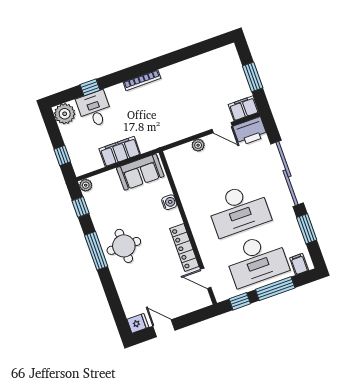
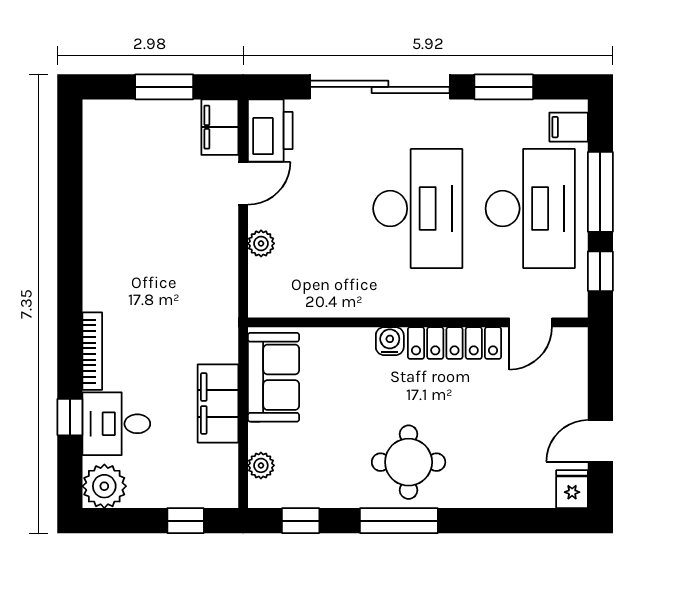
bookcase: (142, 80) -> (92, 351), moved
plant: (86, 185) -> (261, 465), moved
water cooler: (169, 202) -> (390, 341), moved

